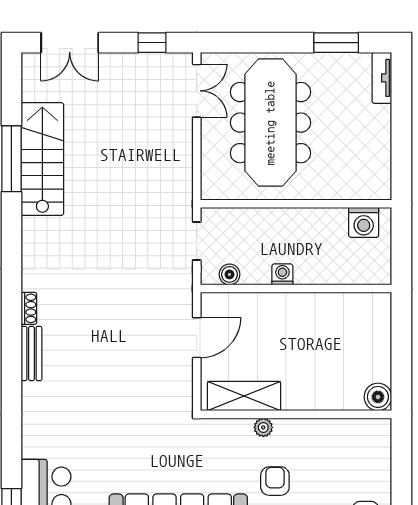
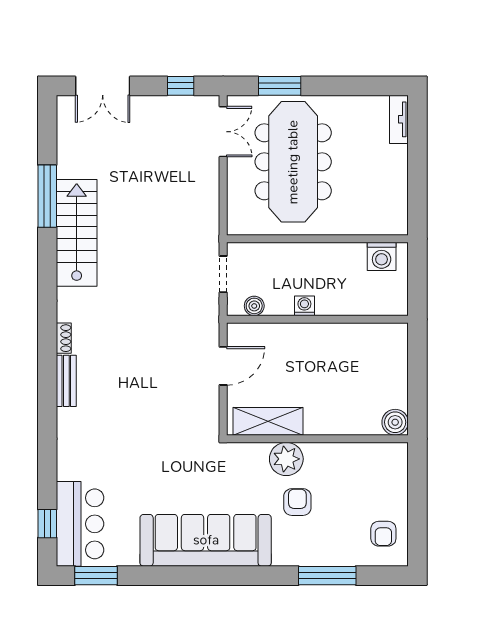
window: (336, 43) -> (280, 86), moved
stairs: (42, 159) -> (77, 233), moved
plant: (263, 427) -> (286, 459), width x1.88, depth x1.88

